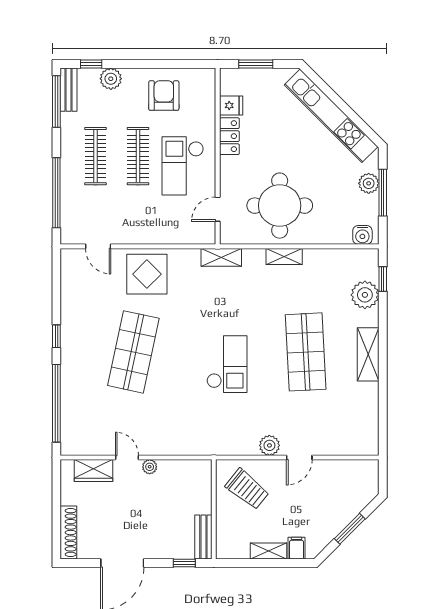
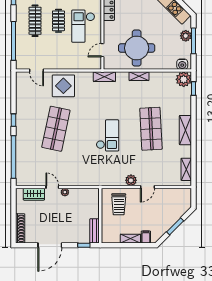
clothes rail: (138, 156) -> (58, 21), width x0.73
plant: (365, 295) -> (184, 79), moved
shelving: (370, 425) -> (186, 169), added
trolley: (247, 489) -> (119, 204), turned 51

